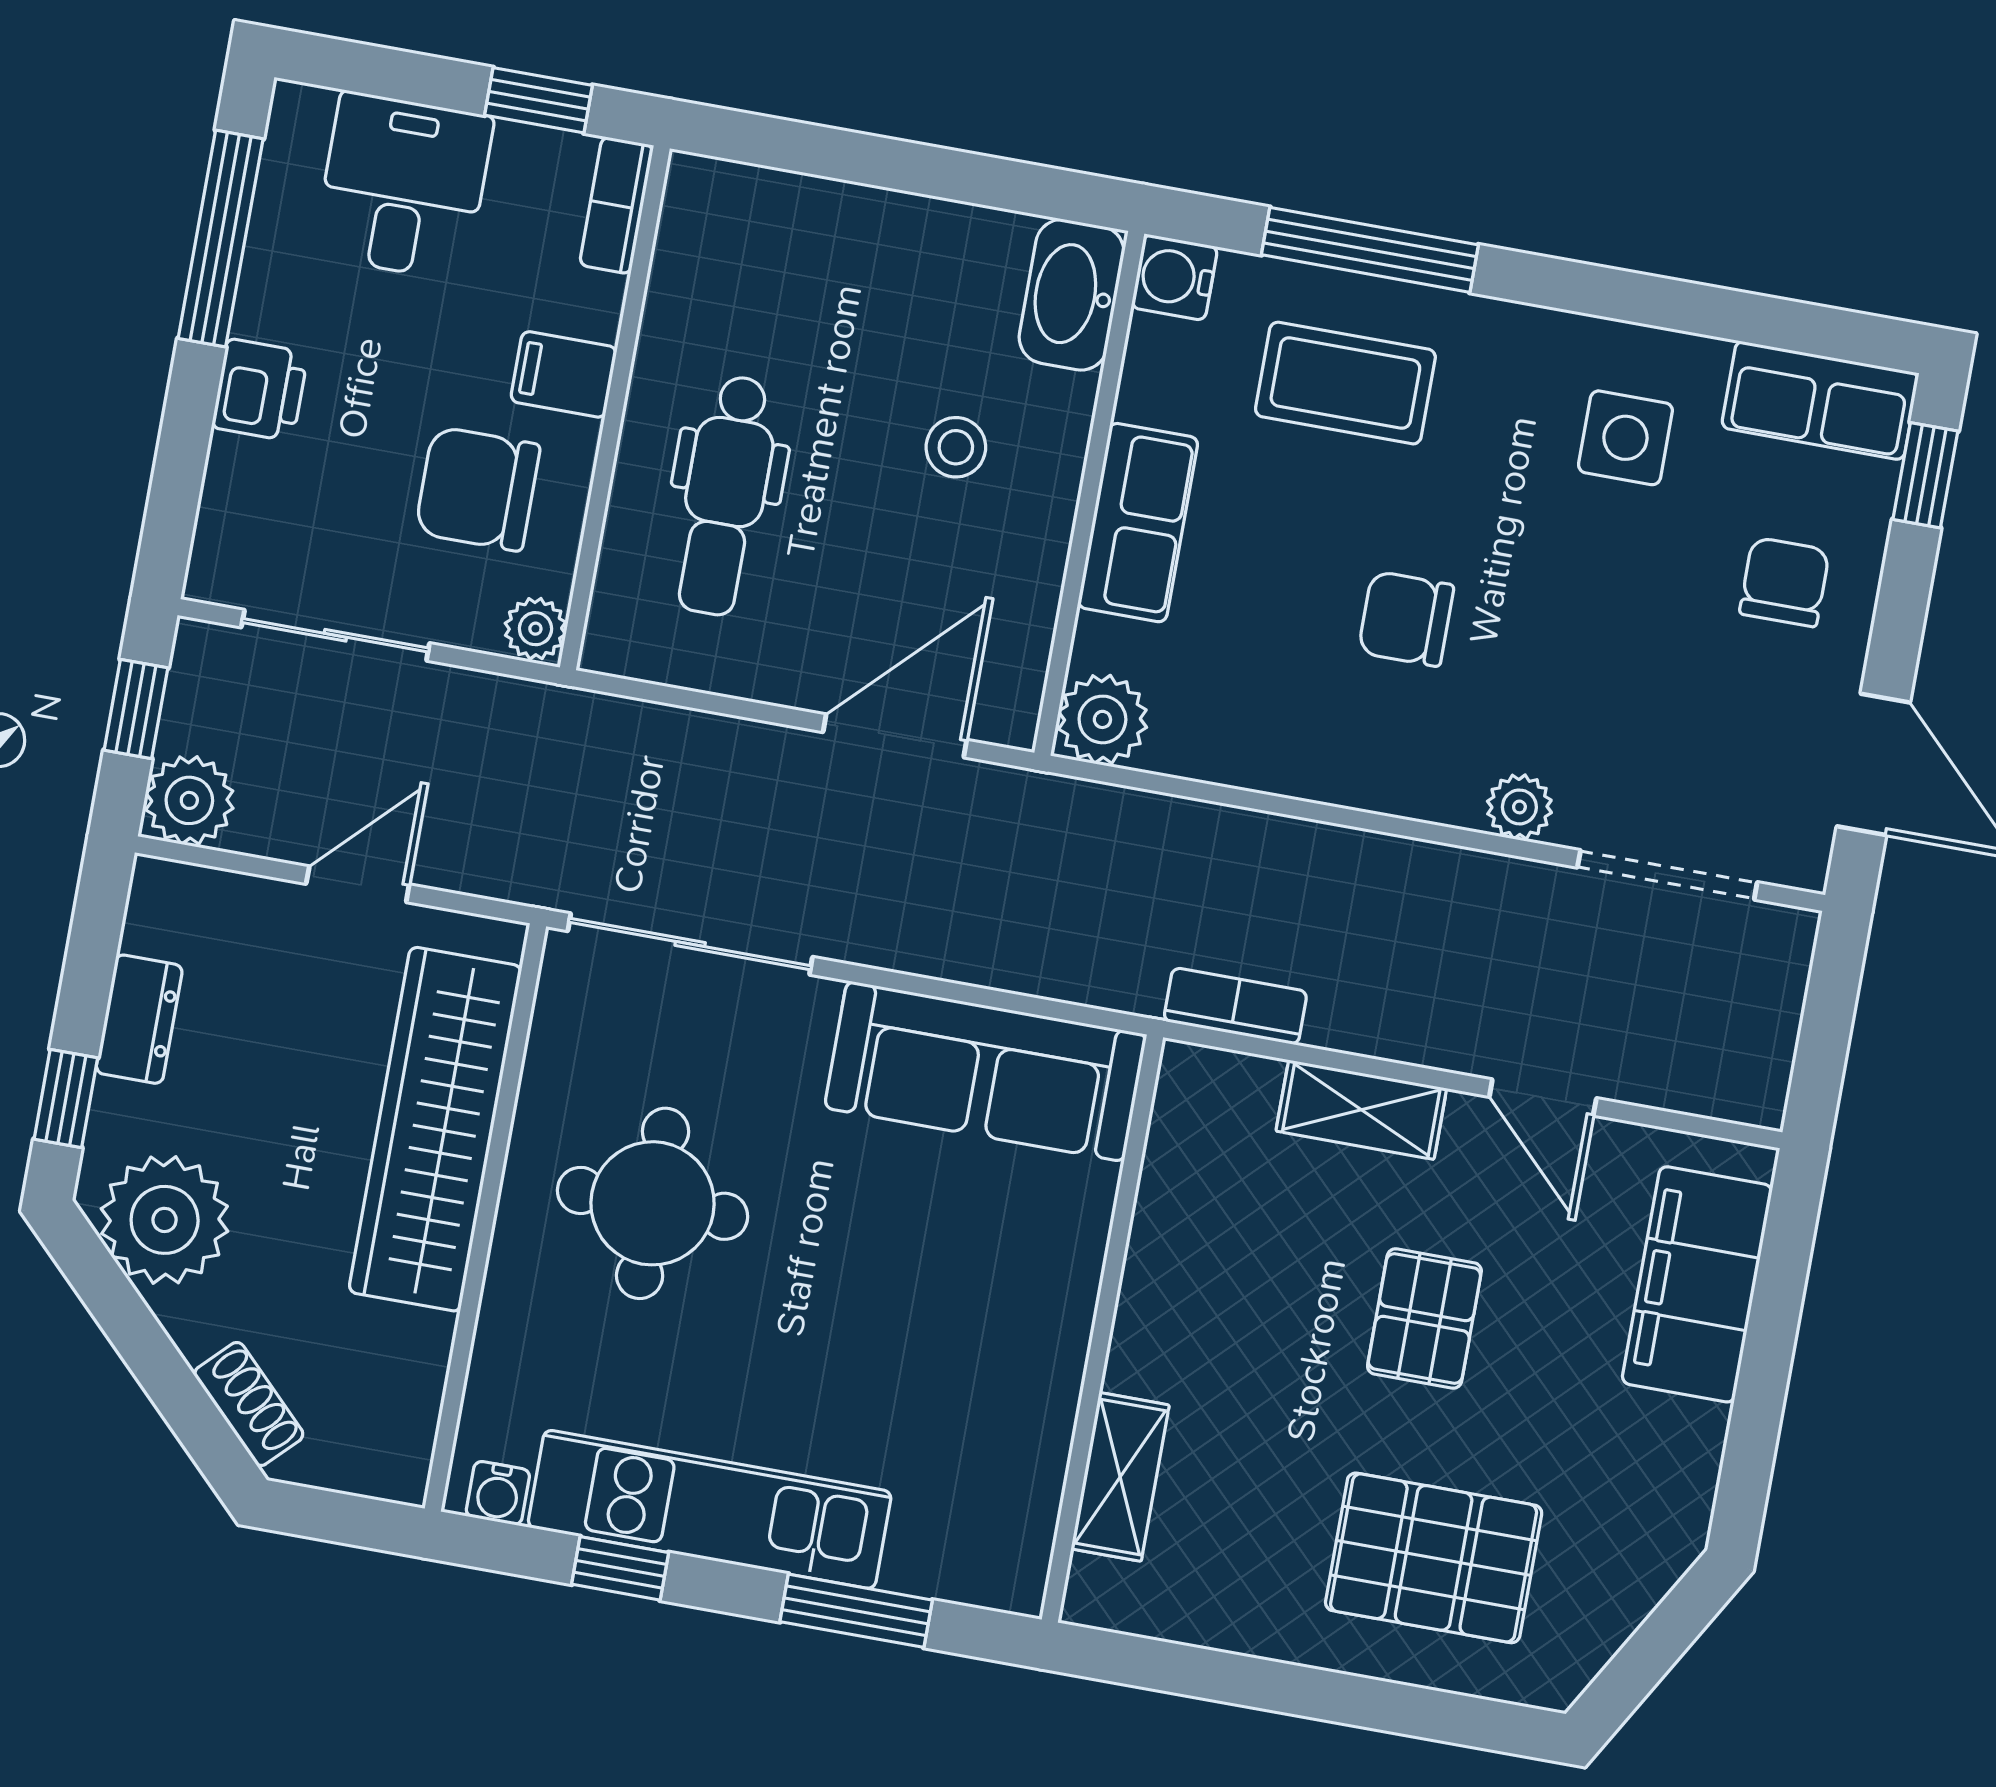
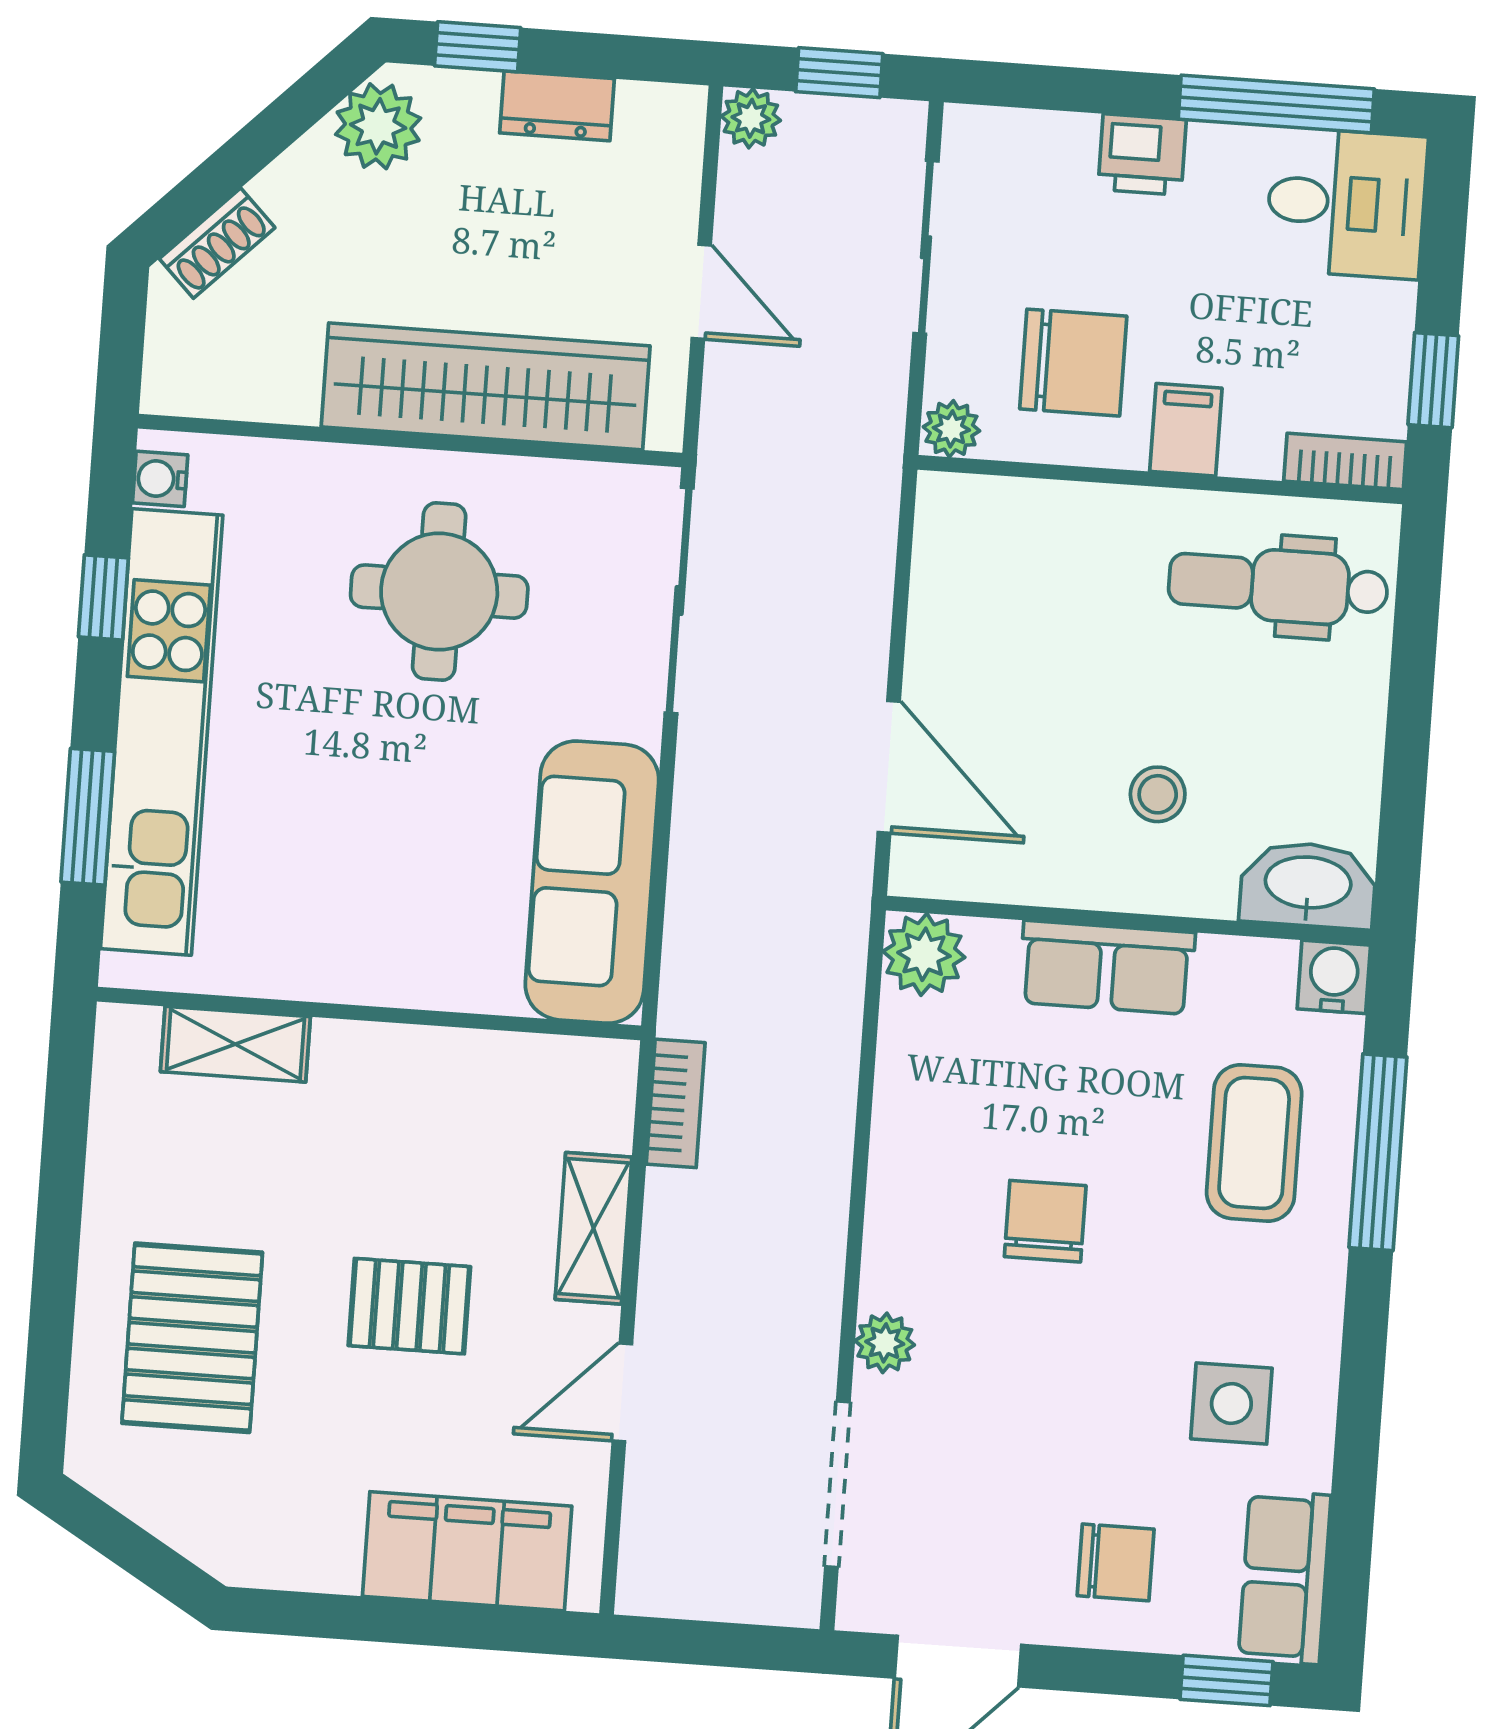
desk: (403, 186) -> (1346, 203), moved
chair: (478, 489) -> (1073, 363), turned 90
dental chair: (725, 495) -> (1278, 586), moved
plant: (189, 800) -> (751, 118), width x0.73, depth x0.73
plant: (165, 1220) -> (378, 126), width x0.73, depth x0.73
kitchen unit: (710, 1509) -> (162, 732), width x1.36

